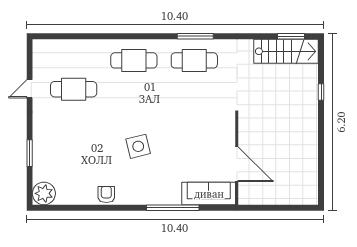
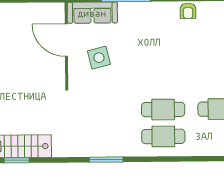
cafe table: (194, 60) -> (163, 110), moved
side table: (138, 146) -> (99, 58), moved

